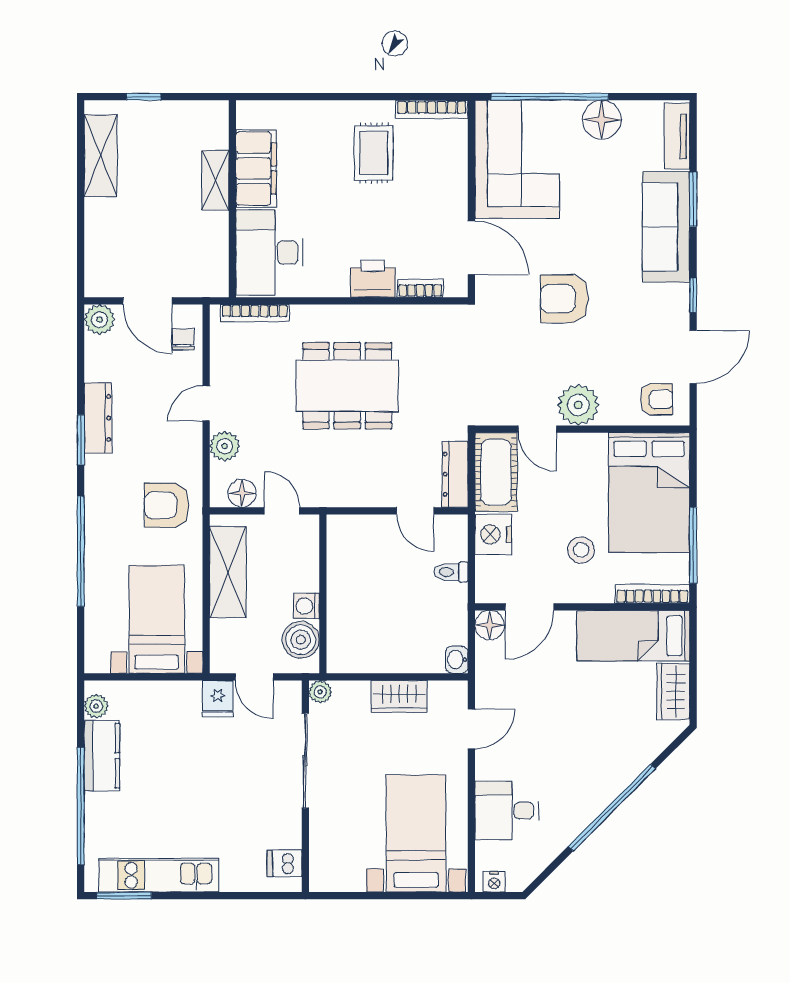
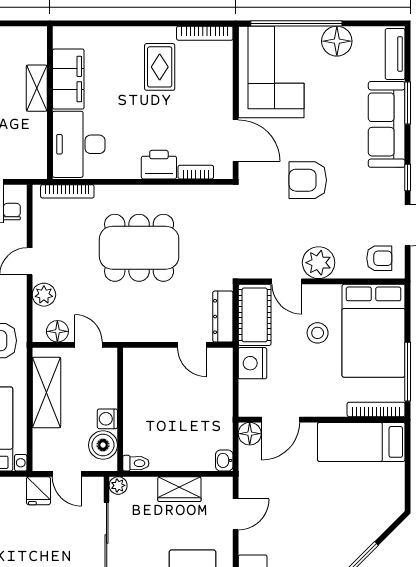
stool: (581, 550) -> (318, 333), moved
toilet: (451, 572) -> (136, 463), moved, turned 180
wardrobe: (673, 692) -> (392, 485), removed

